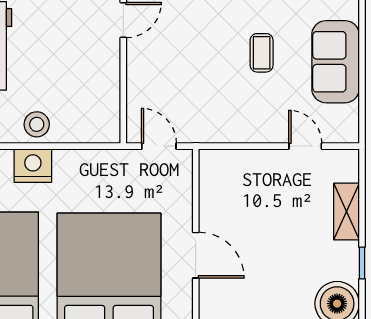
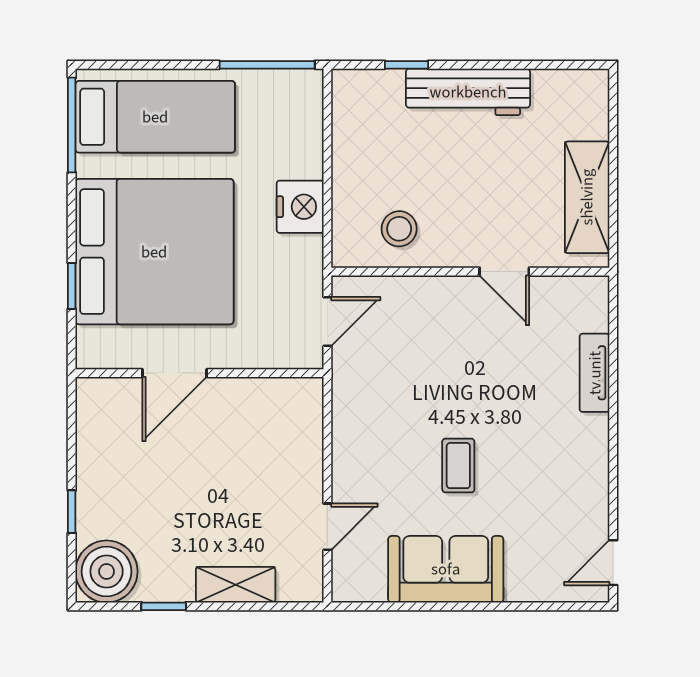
coffee table: (262, 53) -> (458, 466), turned 90
stool: (37, 124) -> (399, 229), moved
nightstand: (33, 166) -> (300, 207), moved

